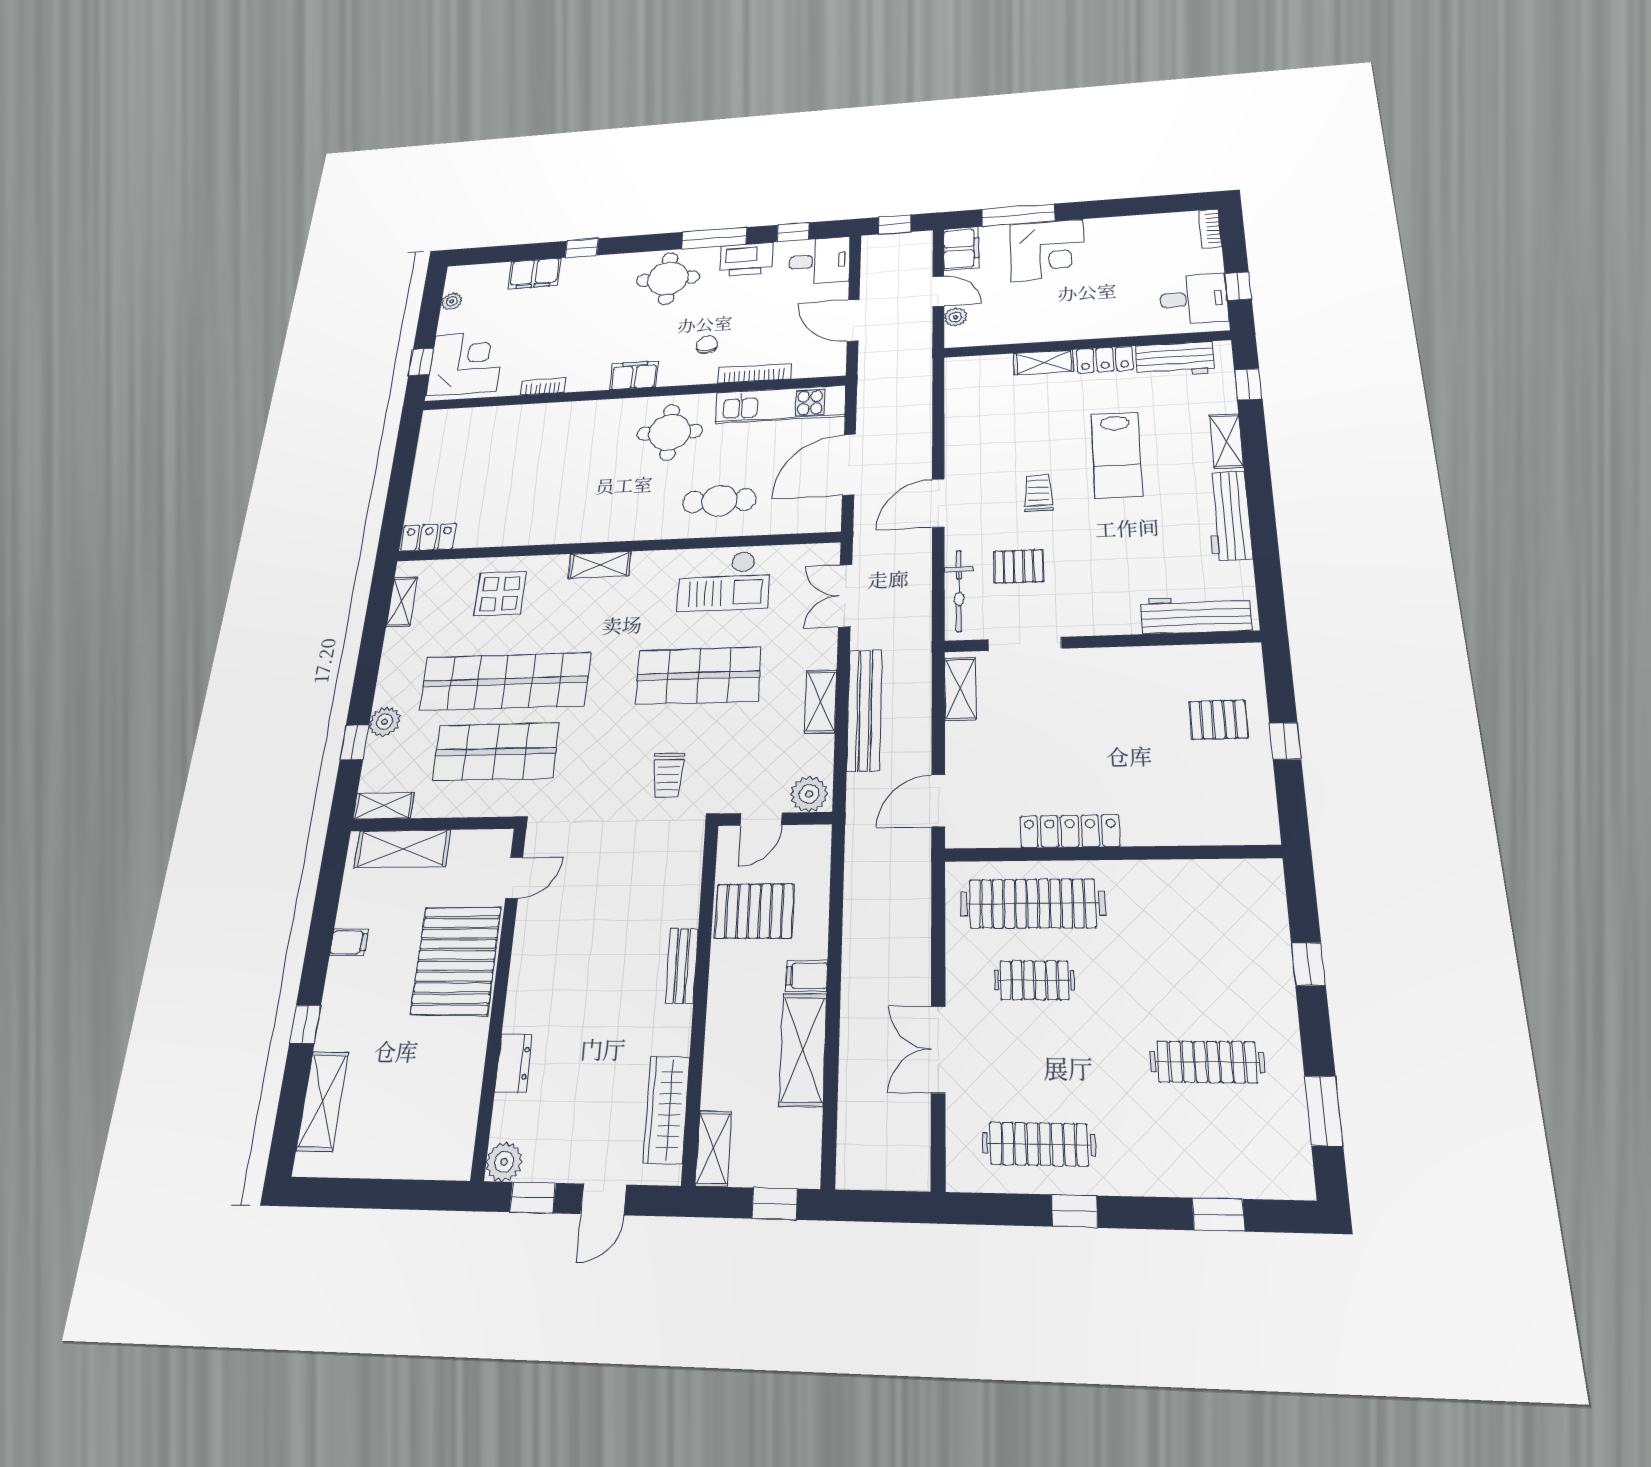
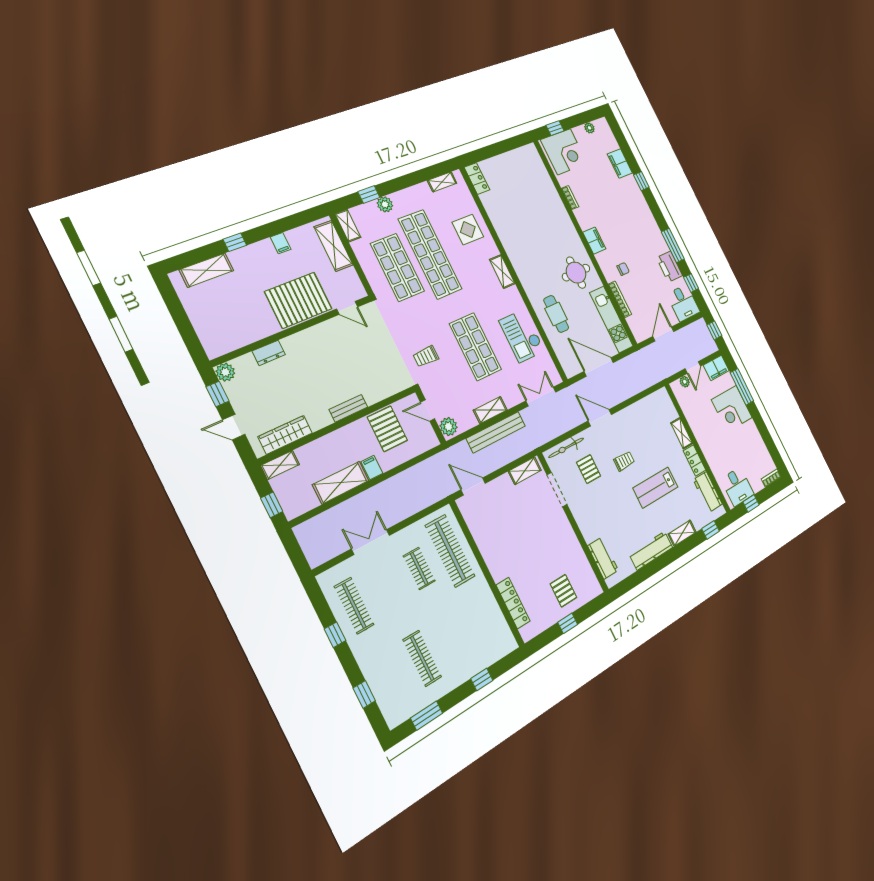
round table: (668, 279) -> (645, 233), removed
workbench: (1196, 614) -> (603, 558), width x0.73
locker: (1070, 831) -> (513, 603), moved

